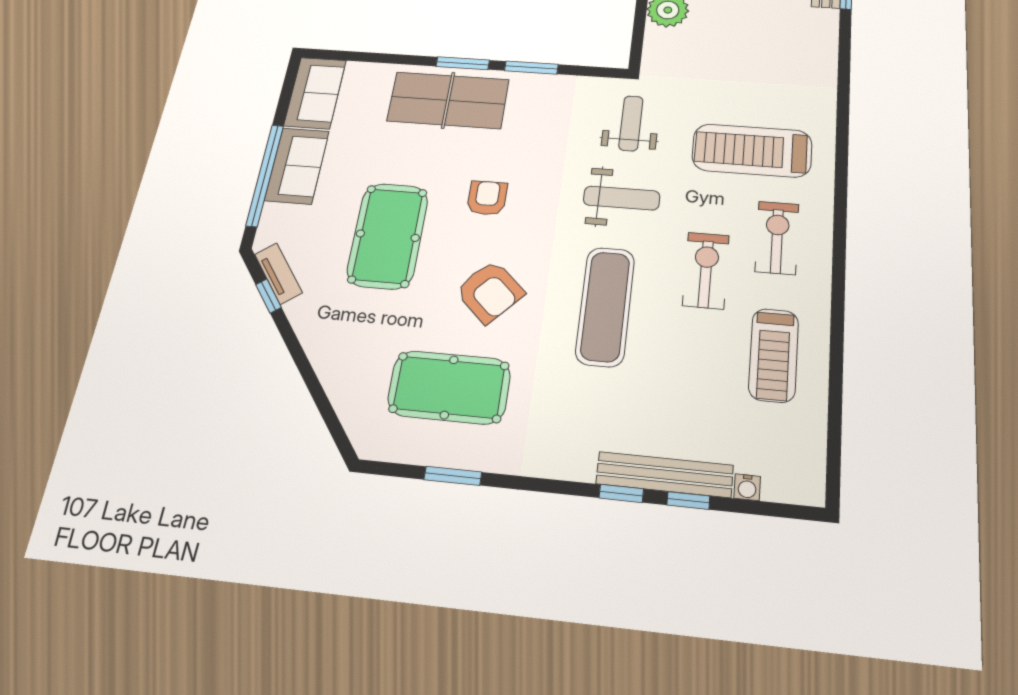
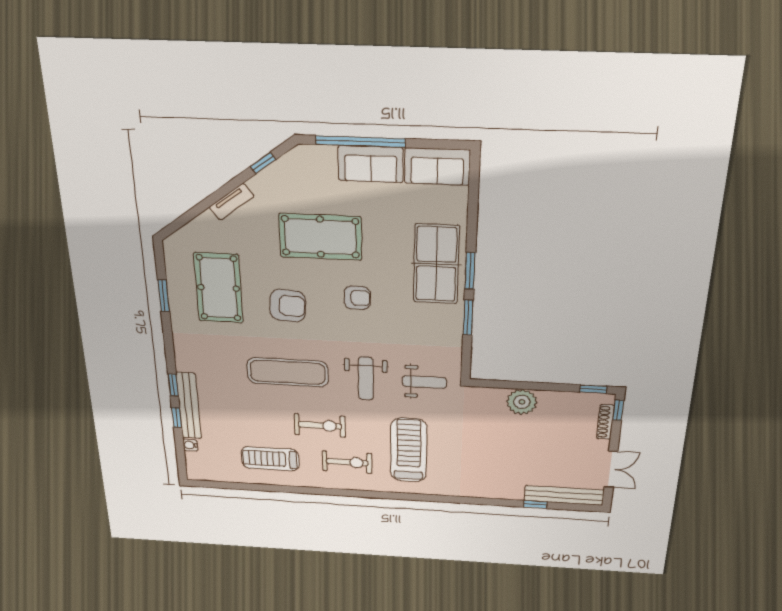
tv unit: (278, 273) -> (232, 202), moved
armchair: (490, 292) -> (288, 306), turned -129

